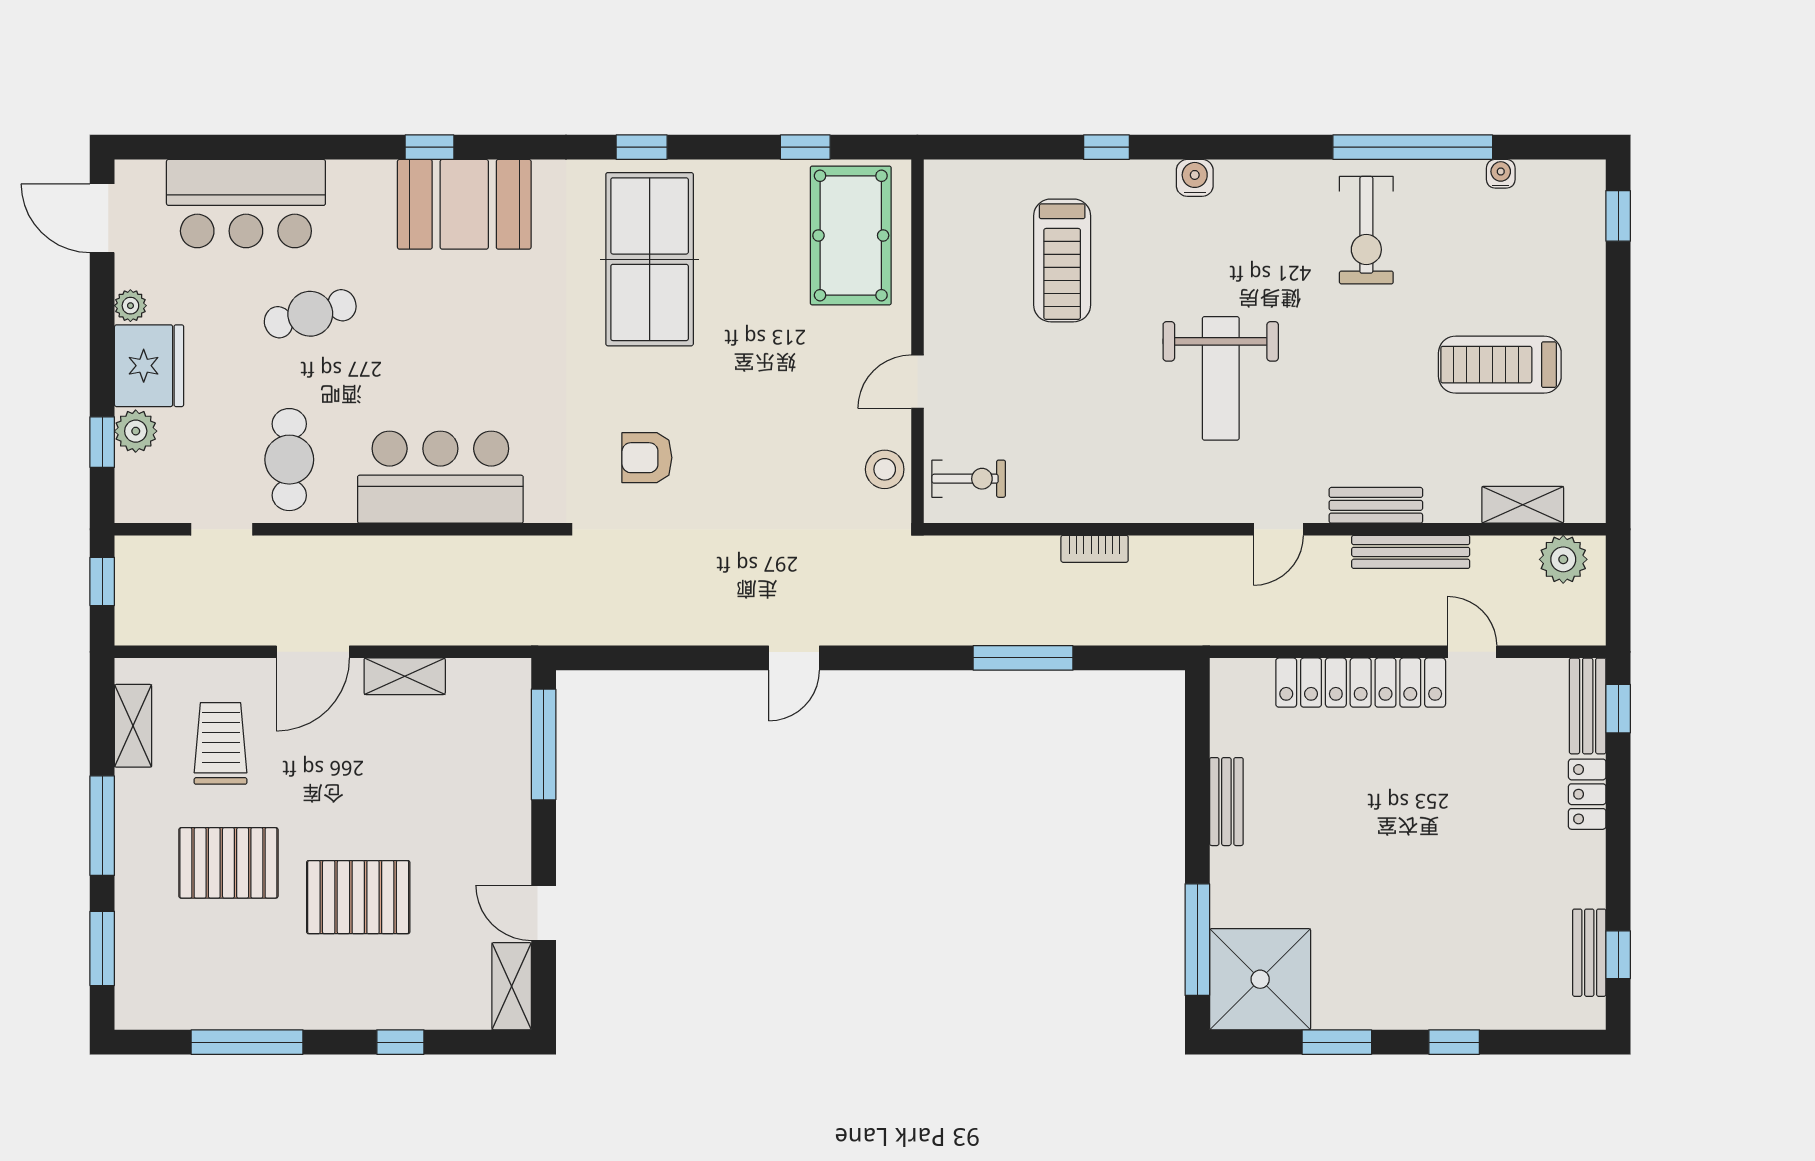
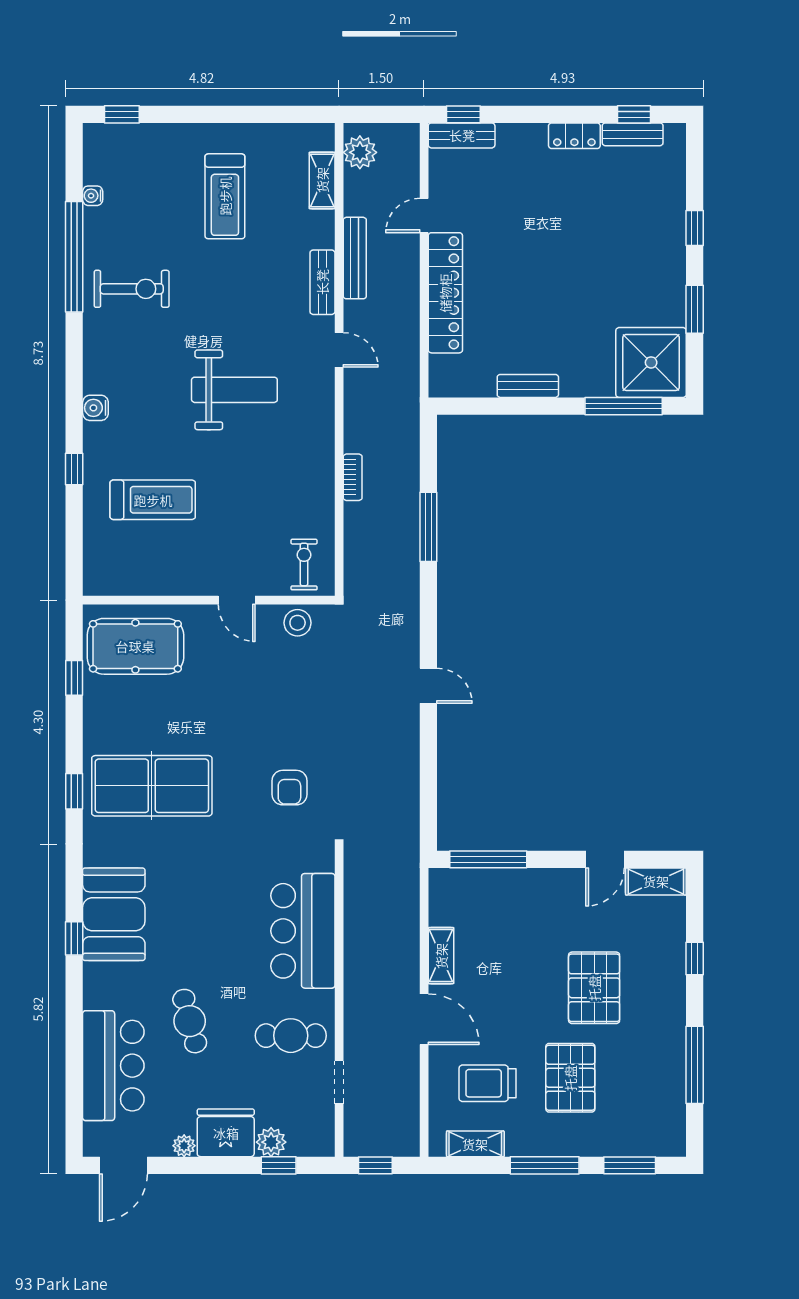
locker: (1587, 794) -> (574, 136), moved

